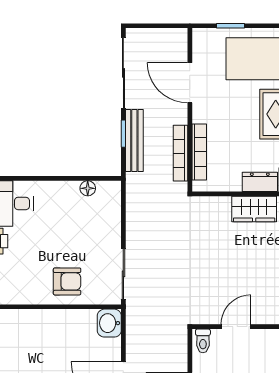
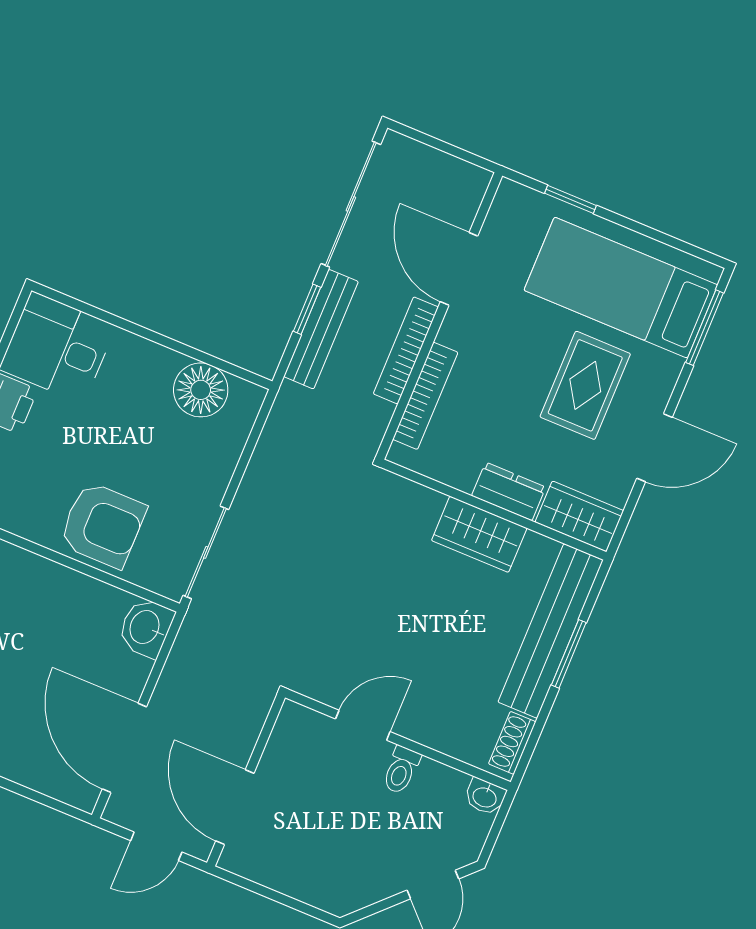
bookcase: (180, 153) -> (406, 350), moved
floor lamp: (88, 188) -> (201, 390), width x1.89, depth x1.89
armchair: (67, 281) -> (103, 525), width x1.38, depth x1.38
toilet: (203, 341) -> (401, 770), moved

